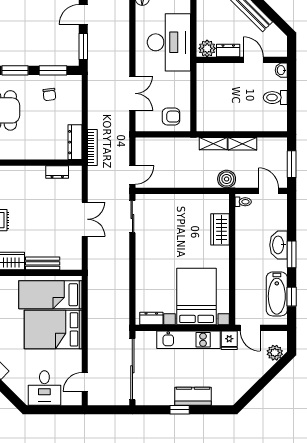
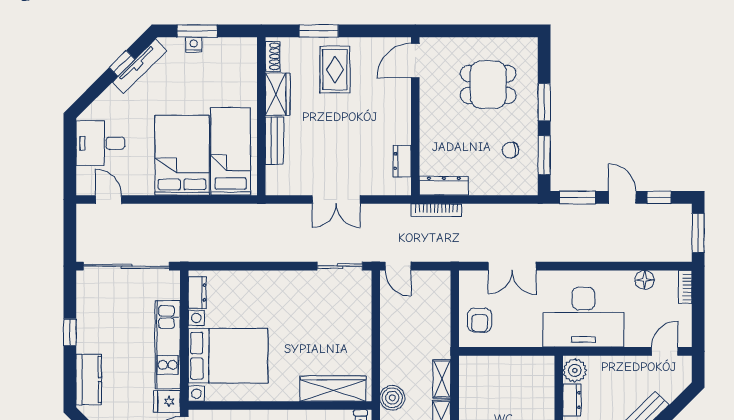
wardrobe: (220, 229) -> (333, 389), width x1.50
kitchen counter: (193, 396) -> (89, 380), moved

